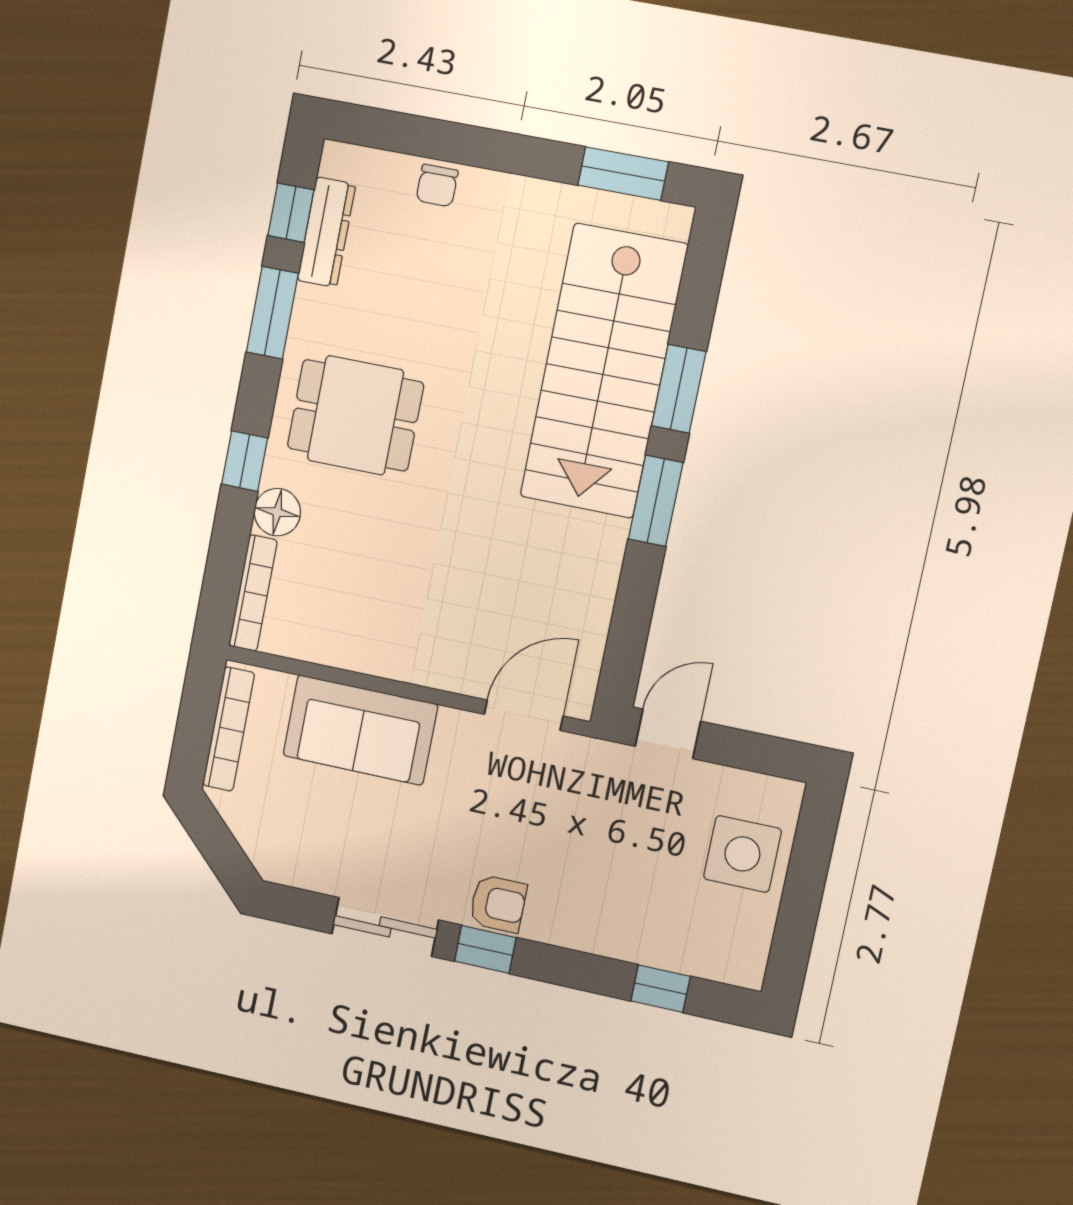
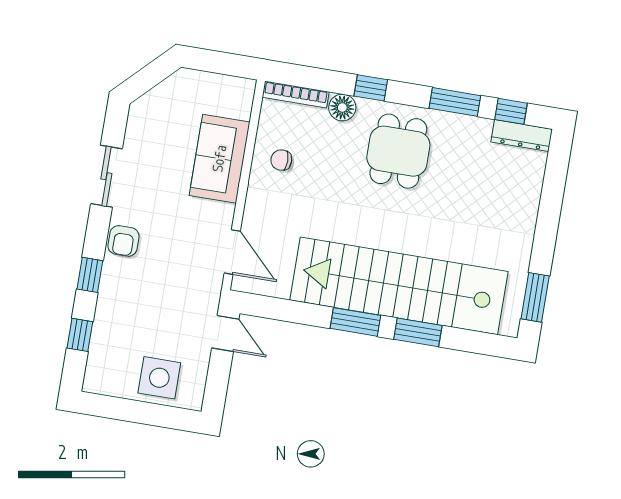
chair: (437, 186) -> (281, 160), moved
dresser: (326, 232) -> (522, 136), moved
stairs: (604, 371) -> (399, 286), width x1.36
bookcase: (229, 729) -> (217, 82), removed
window: (485, 949) -> (90, 275), moved

